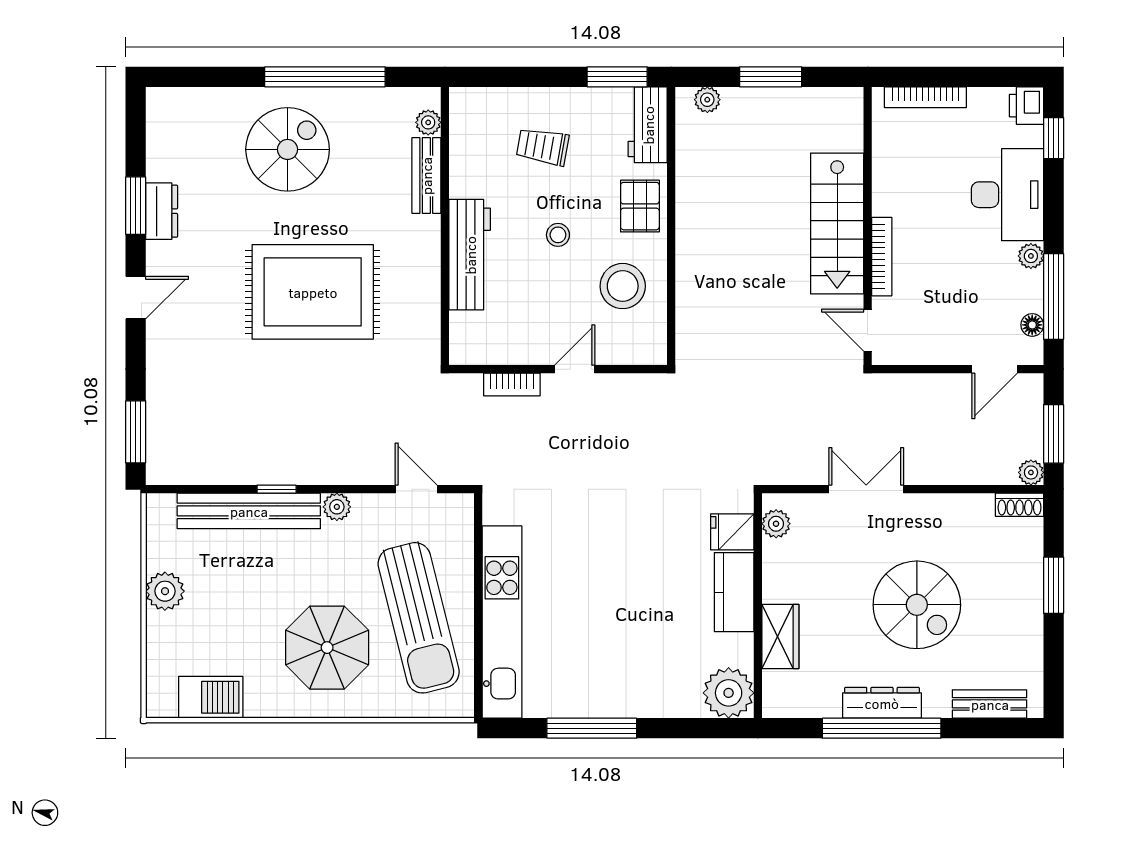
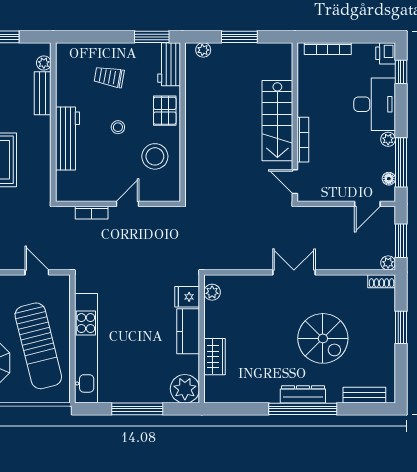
plant: (776, 524) -> (212, 292), moved
fridge: (732, 532) -> (187, 297), moved
kitchen counter: (734, 592) -> (188, 331), moved
wall: (758, 606) -> (202, 339), moved
wardrobe: (780, 636) -> (215, 357), moved
plant: (729, 693) -> (185, 389), moved

